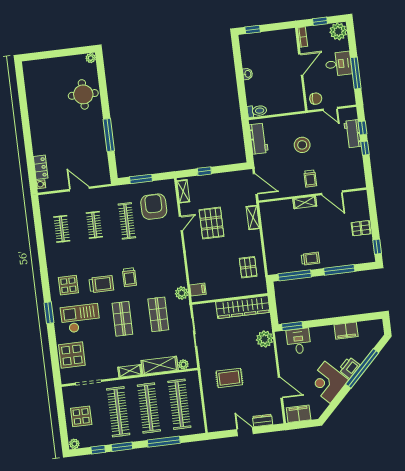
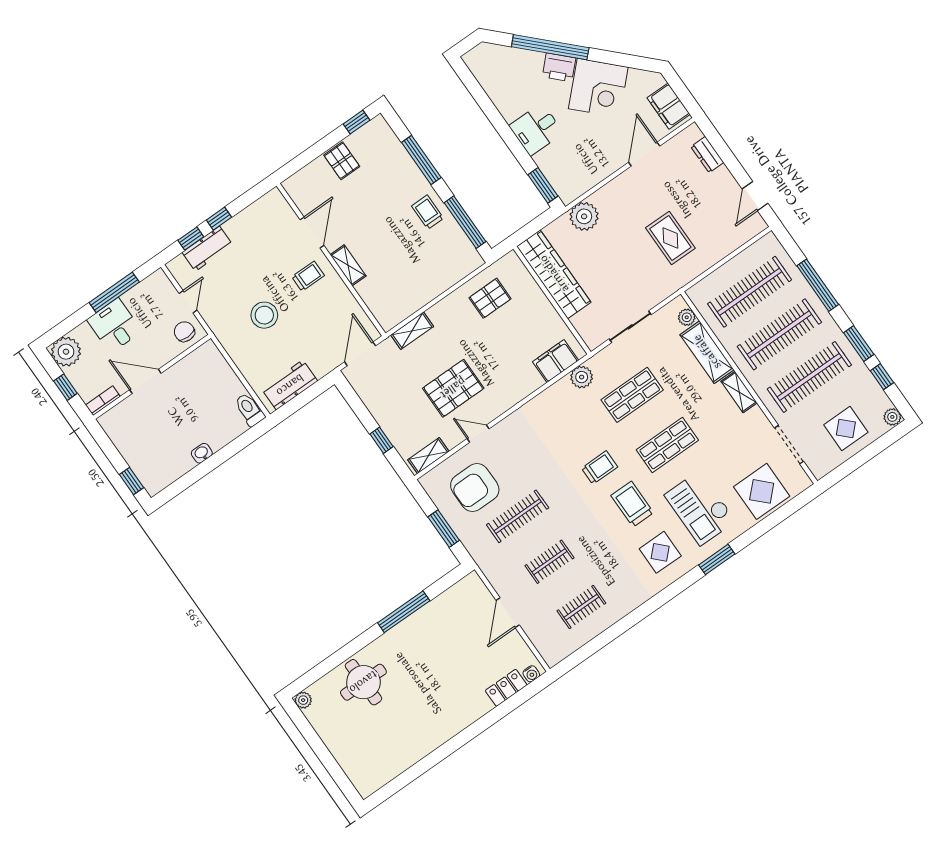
filing cabinet: (198, 290) -> (555, 361), width x2.00
filing cabinet: (346, 331) -> (507, 101), removed
desk: (299, 341) -> (536, 129), moved
door: (245, 432) -> (755, 196), moved

